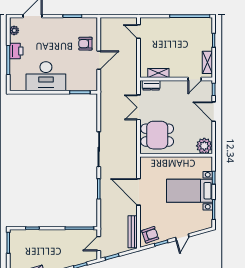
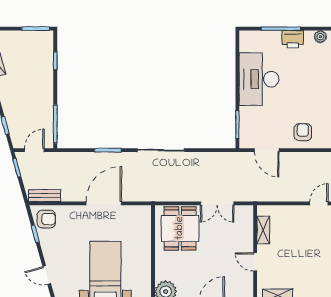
door: (99, 60) -> (267, 150), moved
door: (195, 79) -> (255, 262), moved
dresser: (151, 85) -> (247, 220), removed
double door: (139, 107) -> (217, 203), swing flipped
bench: (133, 232) -> (45, 196), width x0.73
armchair: (150, 235) -> (46, 219), turned -71
door: (182, 237) -> (47, 275), moved
door: (99, 244) -> (34, 150), hinge flipped

